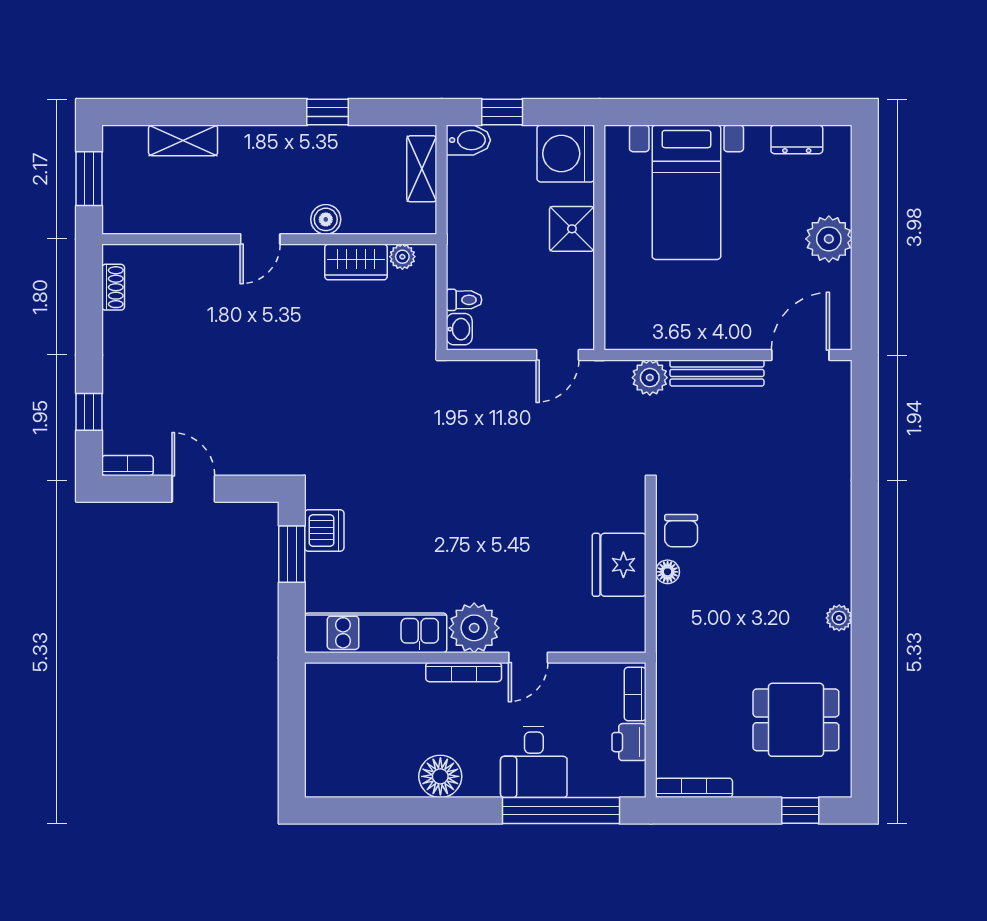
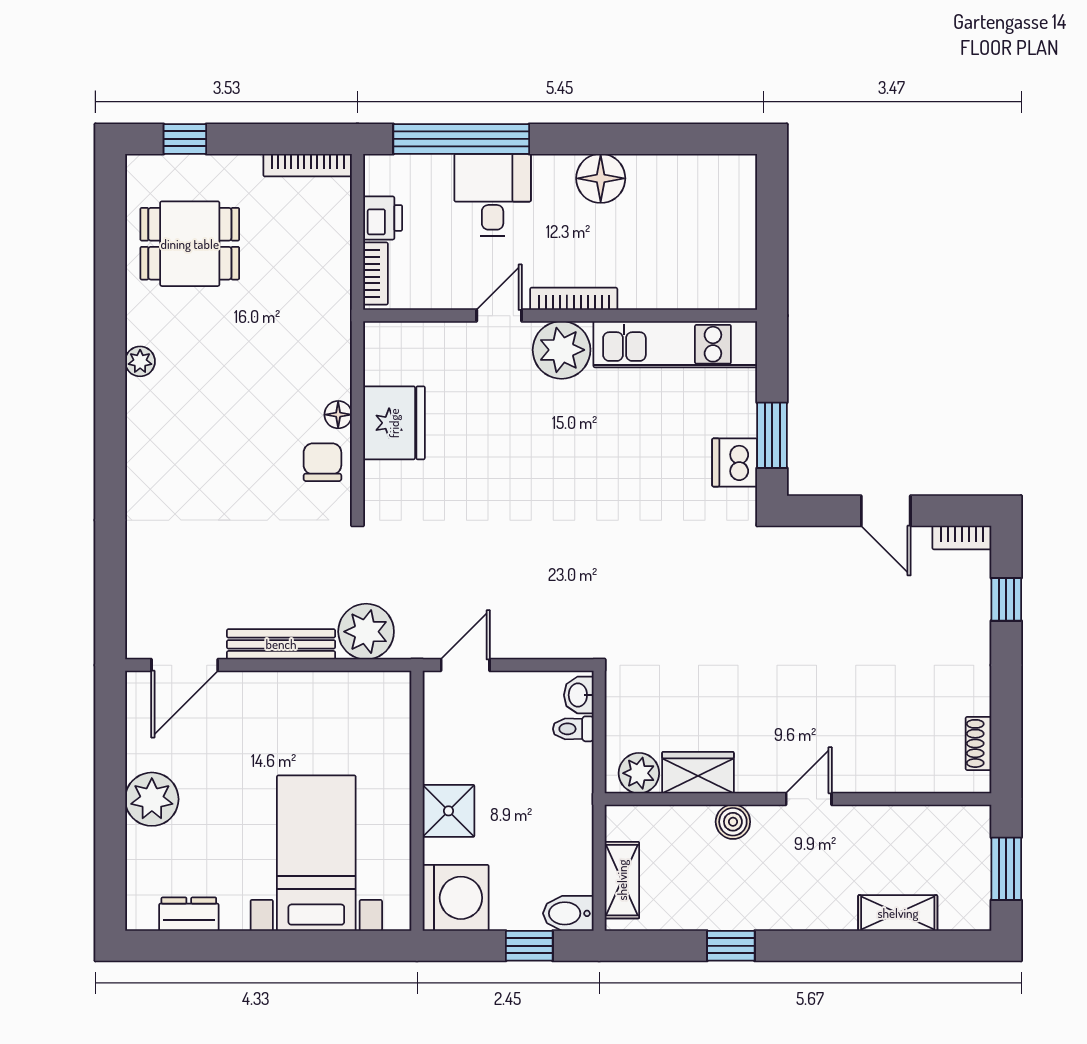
plant: (402, 257) -> (639, 773), width x1.38, depth x1.38
plant: (650, 378) -> (366, 632), width x1.36, depth x1.36

